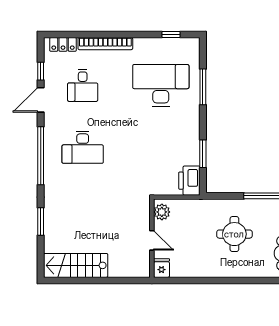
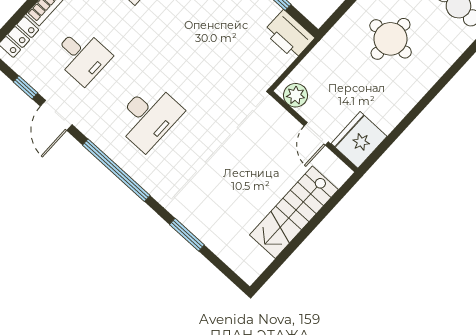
door: (152, 240) -> (316, 134), swing flipped
stairs: (76, 265) -> (294, 212), moved
fridge: (161, 268) -> (359, 140), width x1.88, depth x1.34

